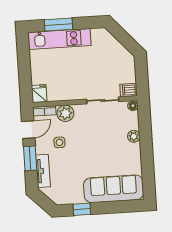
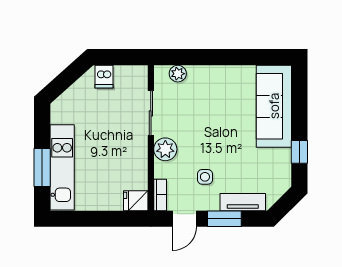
dishwasher: (129, 90) -> (104, 77), moved
floor lamp: (133, 106) -> (161, 72), removed
plant: (65, 113) -> (165, 149), moved
door: (28, 130) -> (184, 219), swing flipped
plant: (134, 136) -> (178, 74), moved

